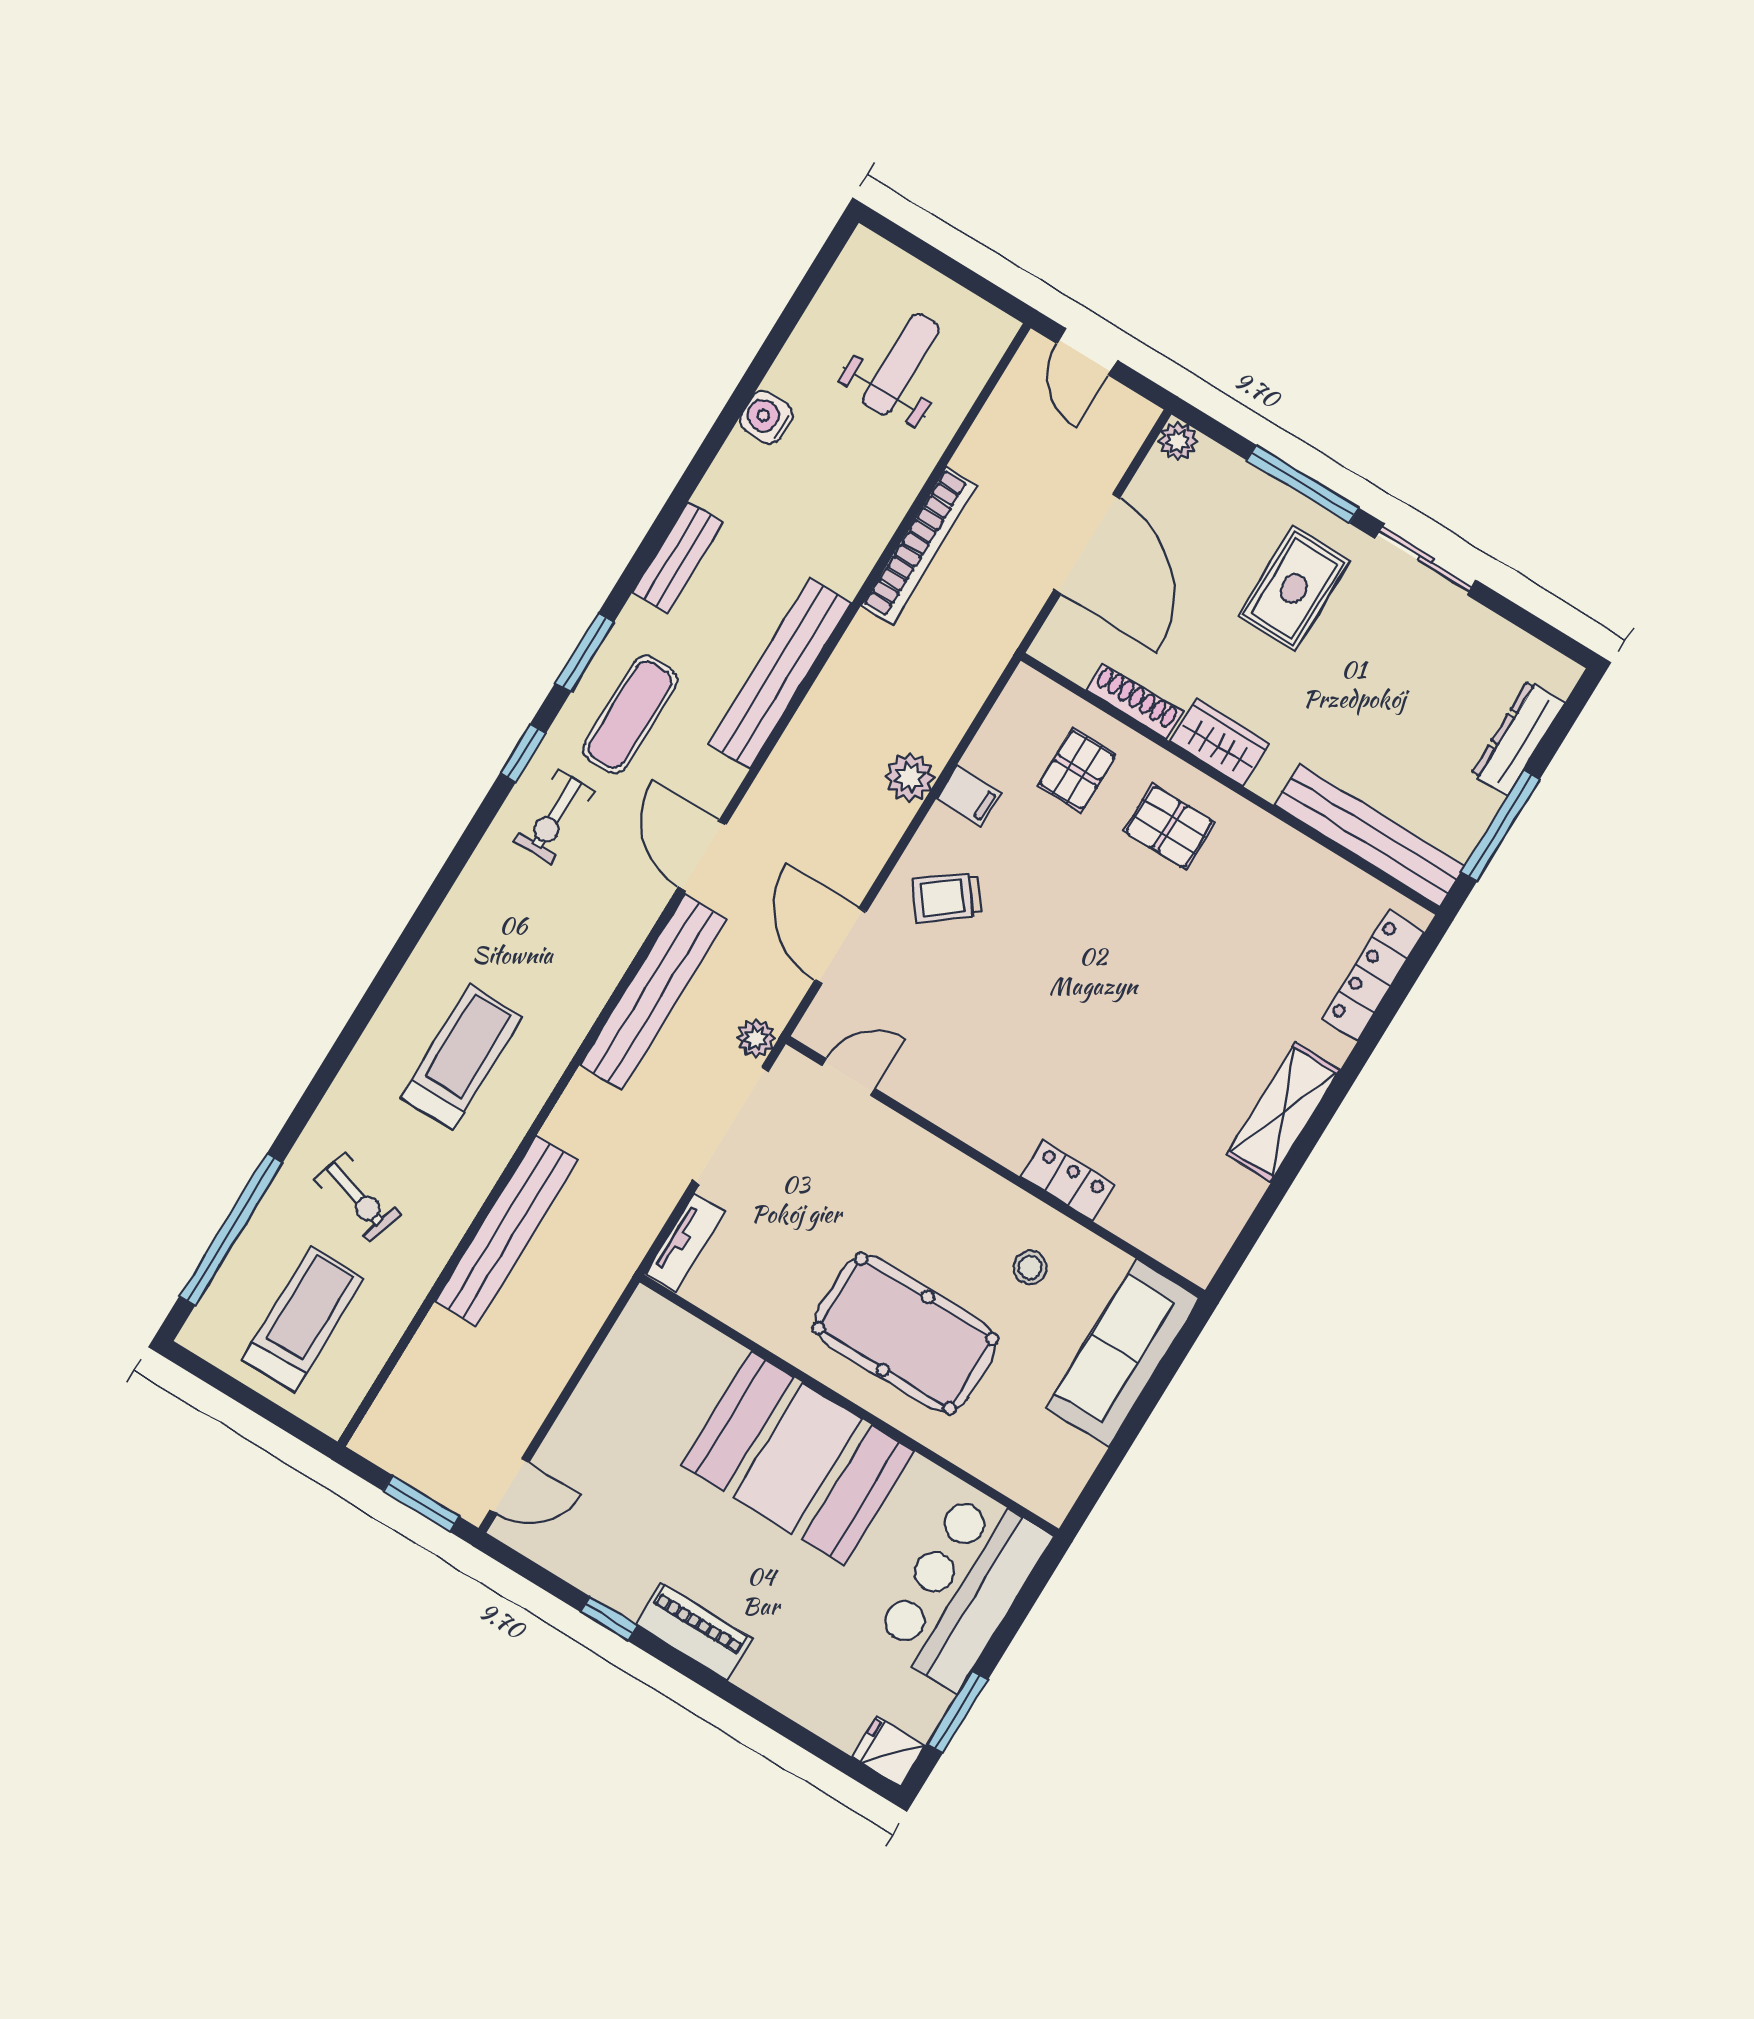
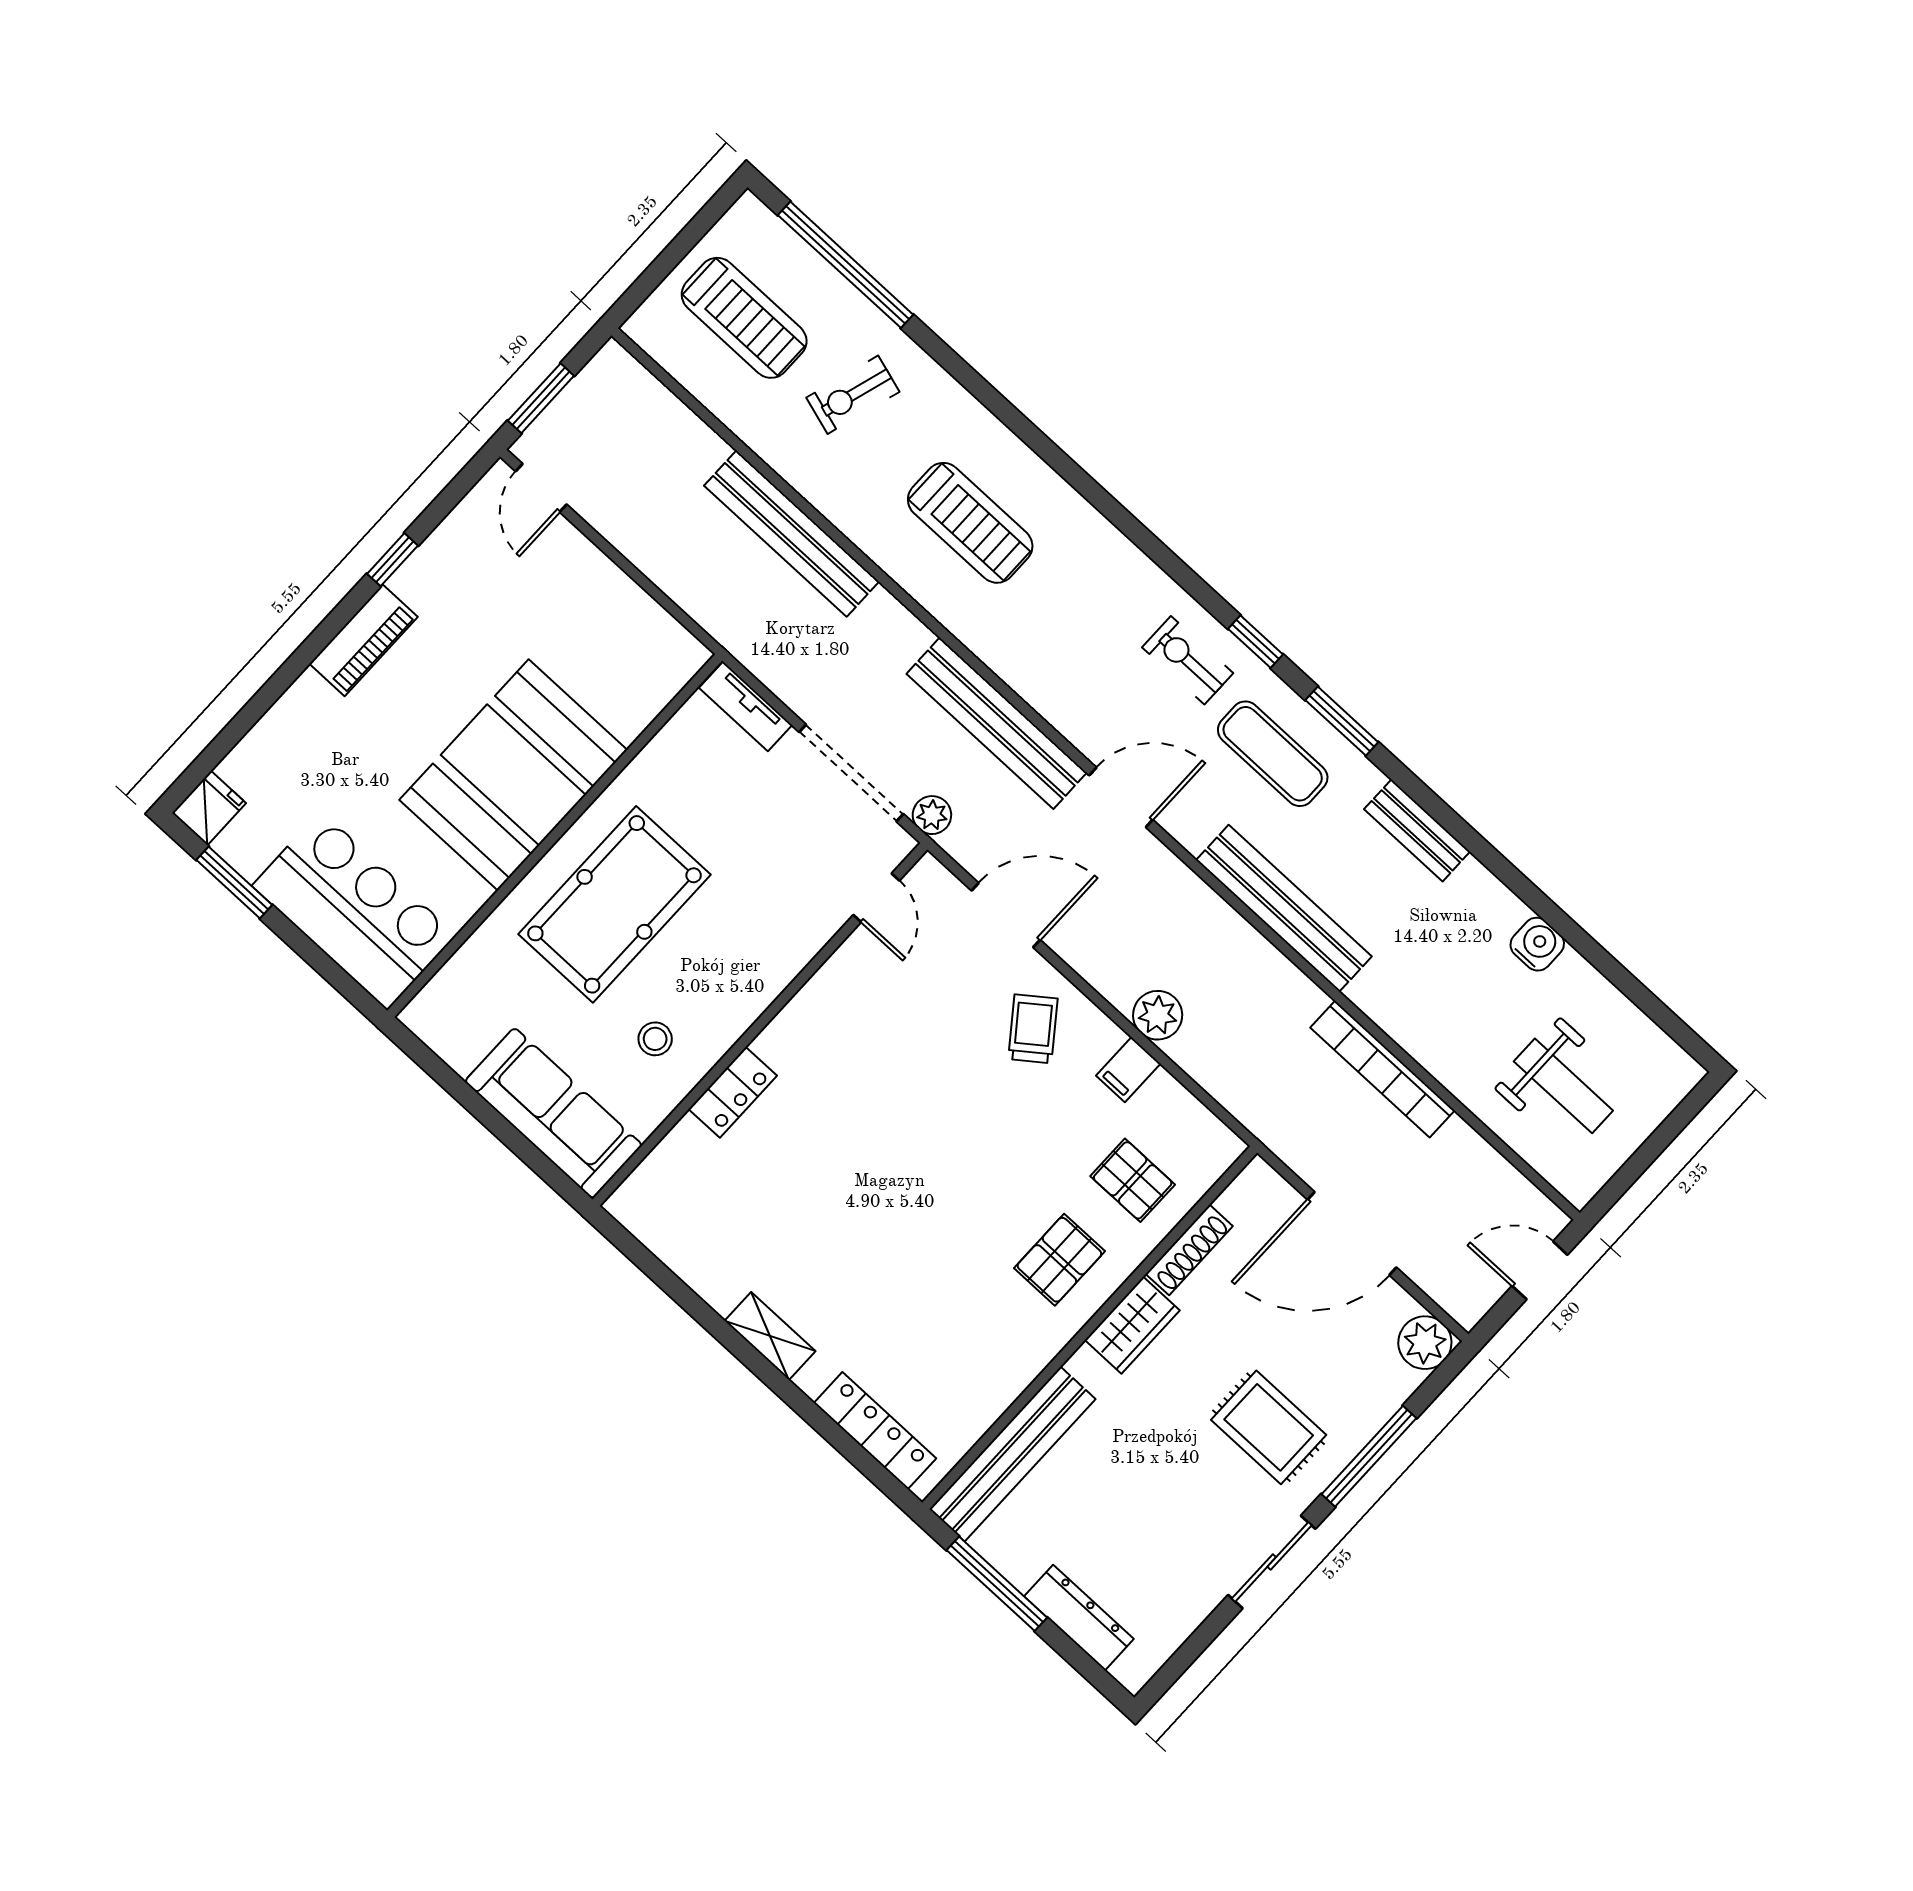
plant: (1178, 441) -> (1425, 1343), width x1.38, depth x1.38
shelving: (1283, 1112) -> (770, 1336), width x0.67, depth x0.75

